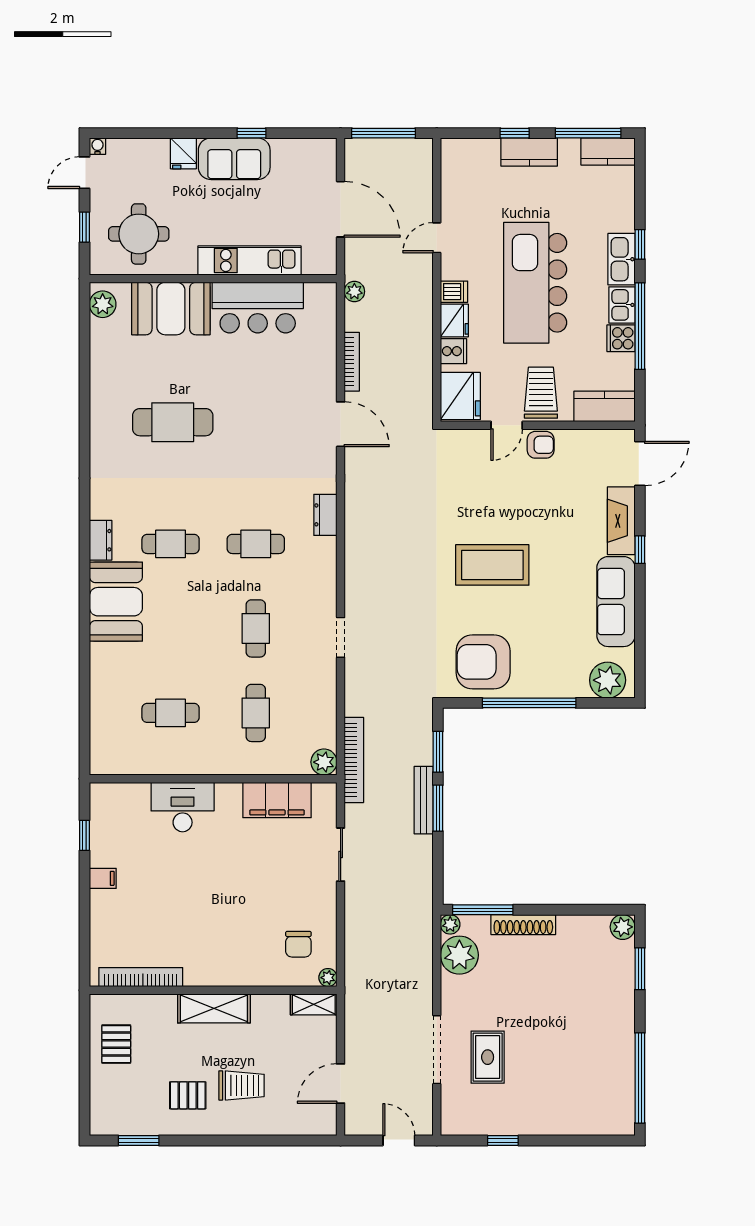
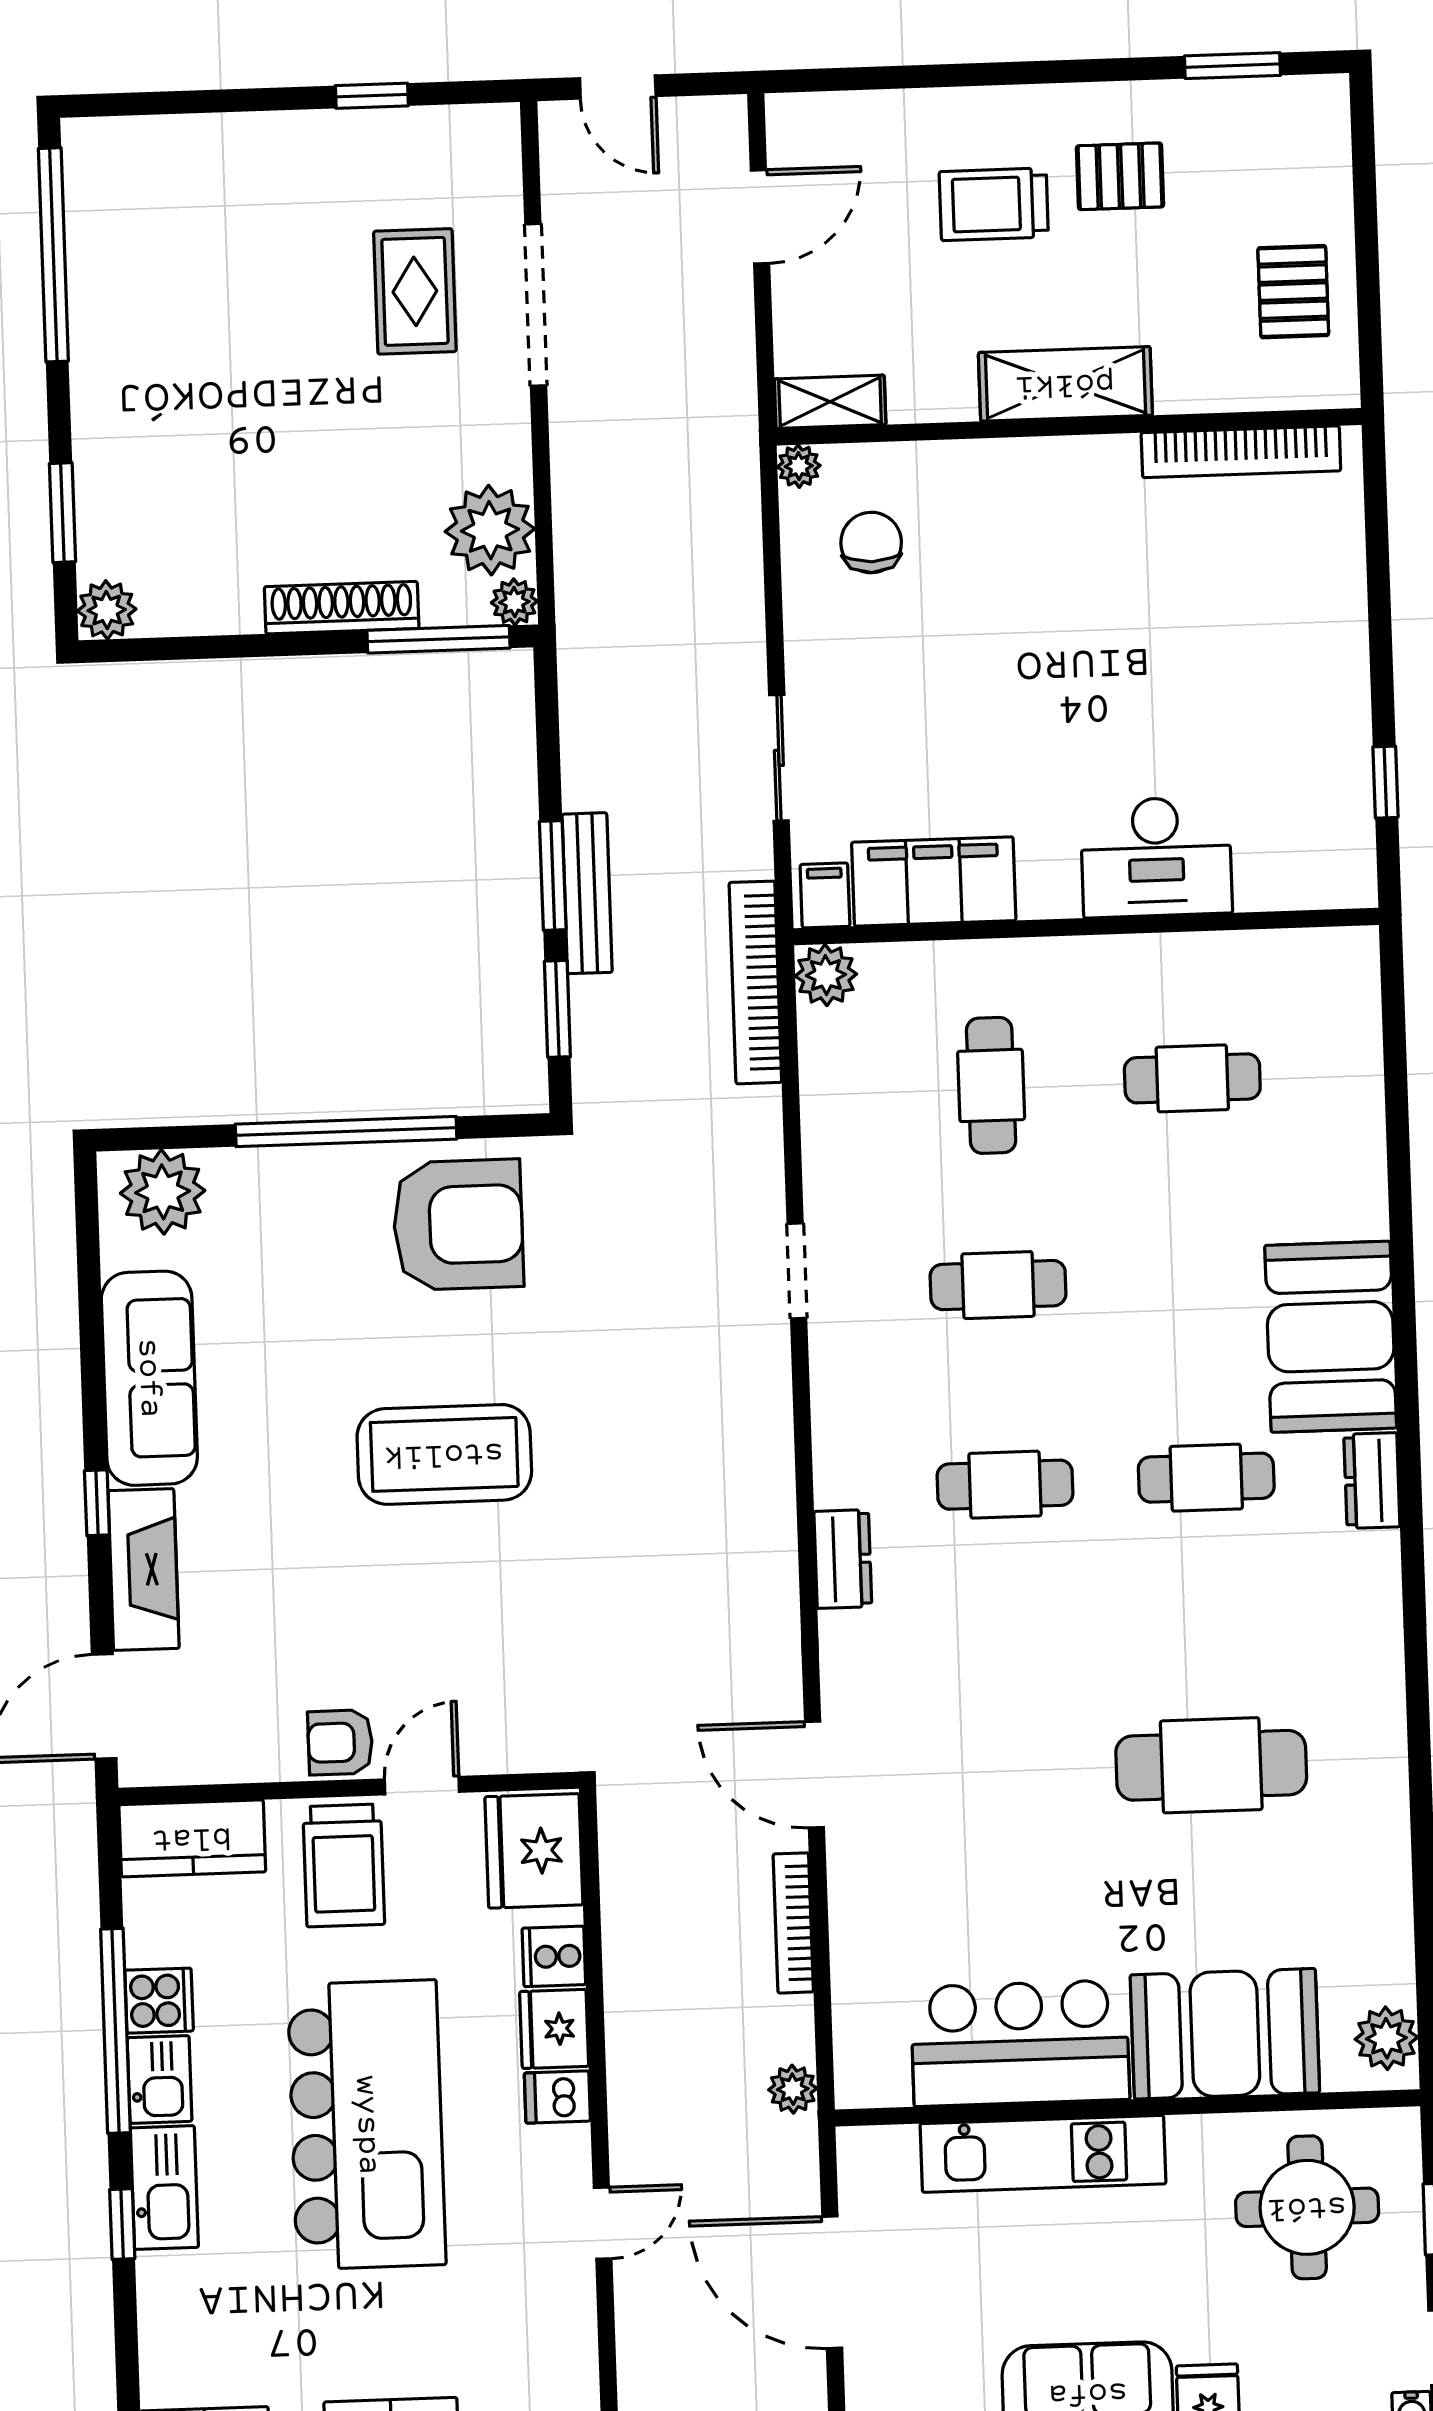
cafe table: (256, 628) -> (998, 1285), turned 90
filing cabinet: (103, 878) -> (825, 895), moved, turned 90

